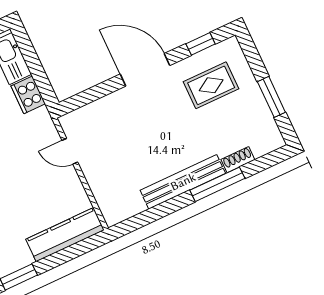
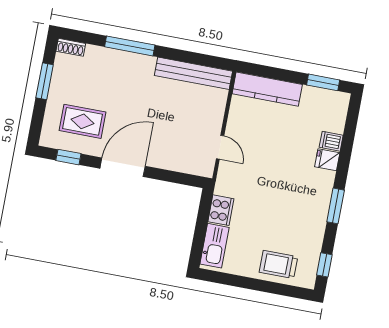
door: (145, 70) -> (123, 167), swing flipped
shoe rack: (238, 160) -> (71, 47), moved
bench: (183, 182) -> (193, 73), moved

